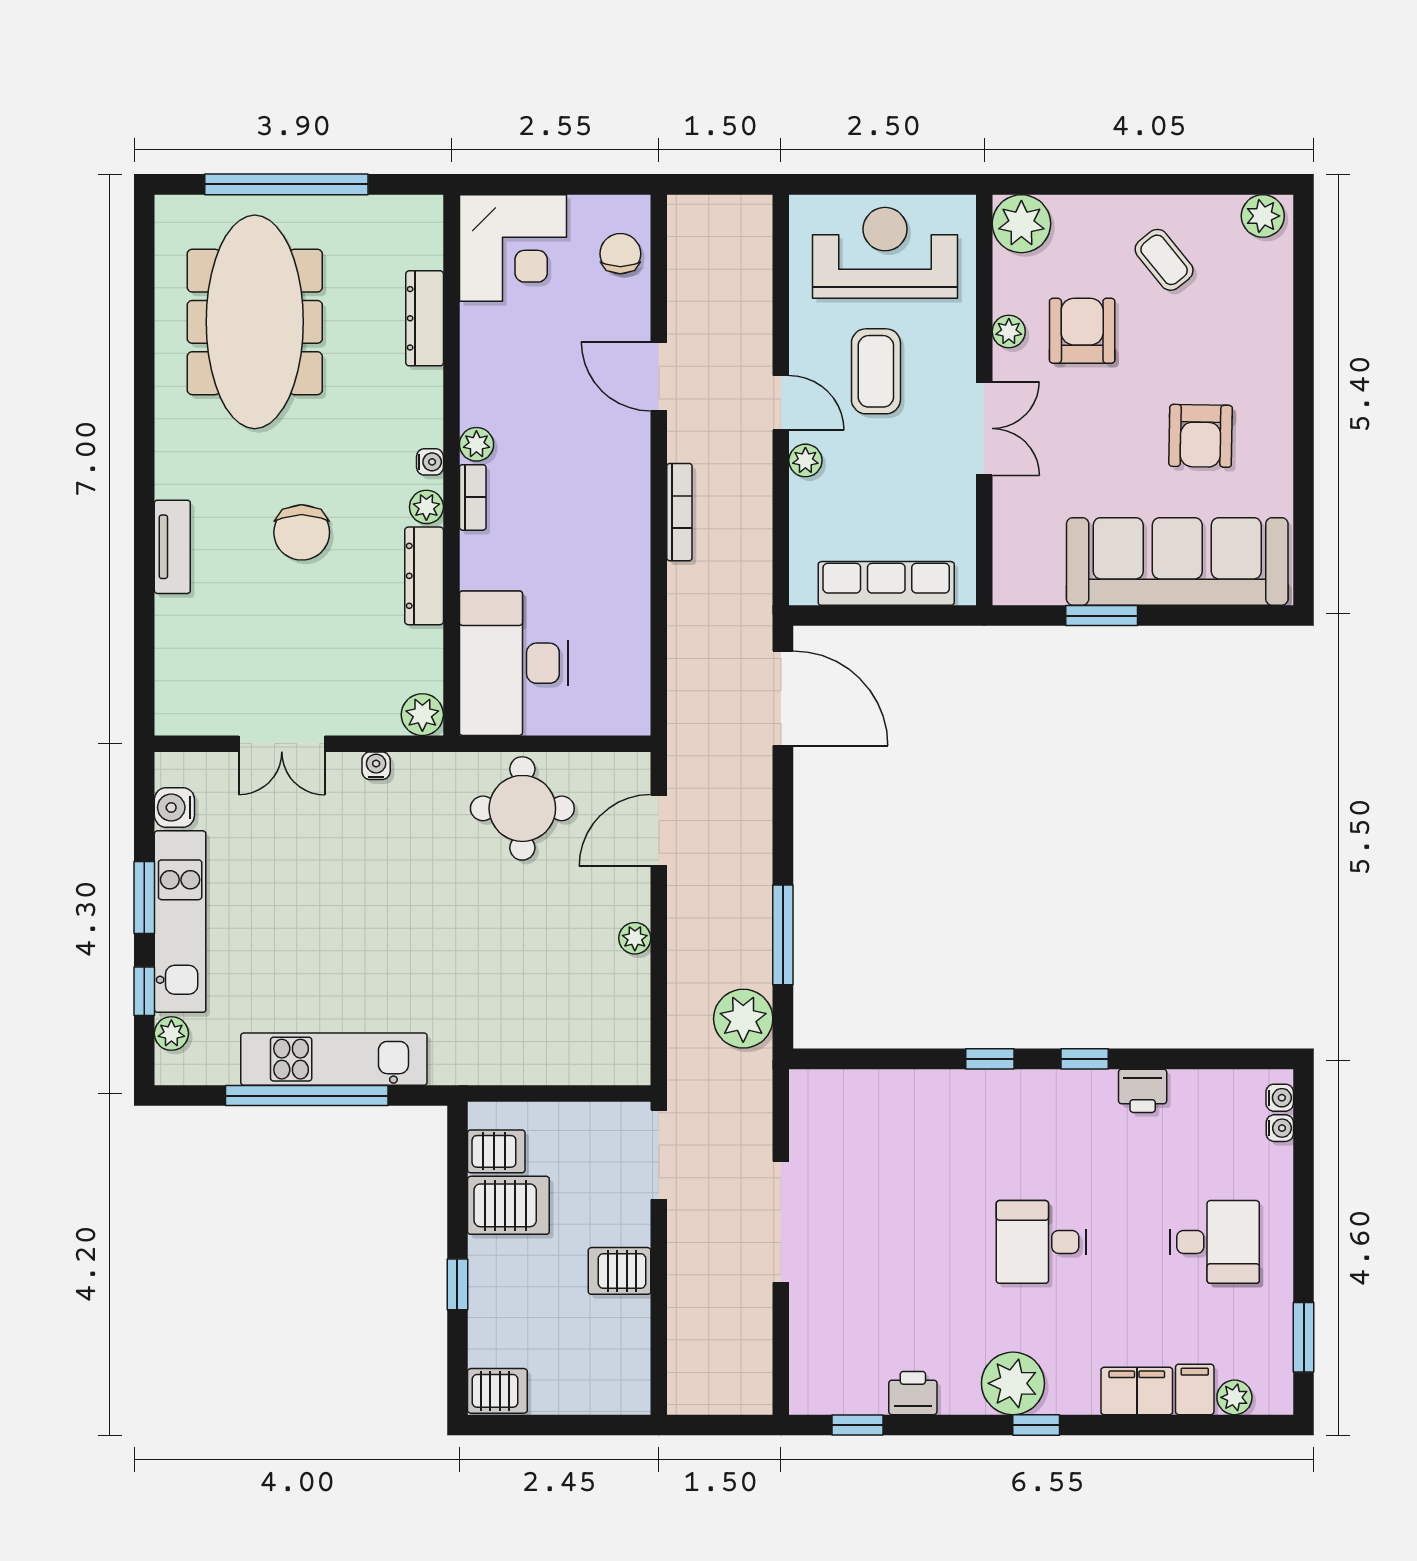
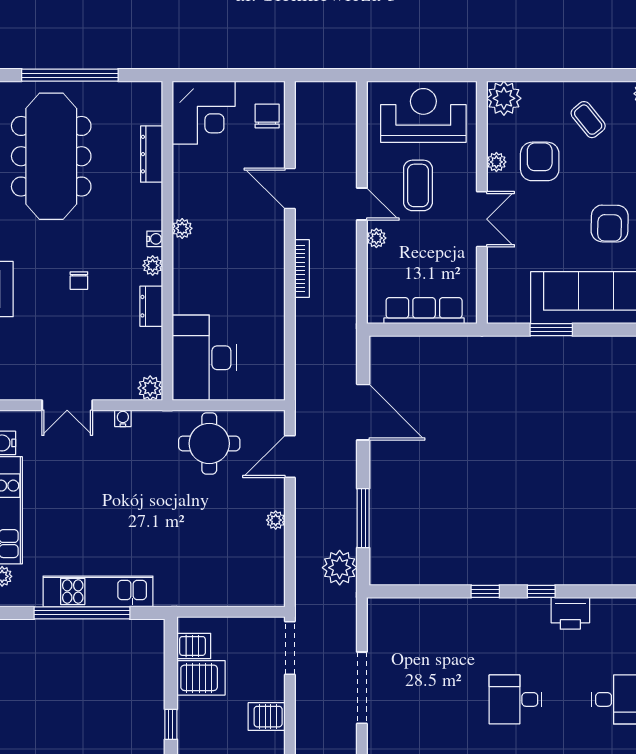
bookcase: (473, 497) -> (180, 260), removed
chair: (302, 532) -> (79, 281), width x0.54, depth x0.54
dresser: (424, 576) -> (151, 306), width x0.70
door: (783, 698) -> (363, 412), moved
printer: (1143, 1091) -> (570, 613), width x1.36, depth x1.24

